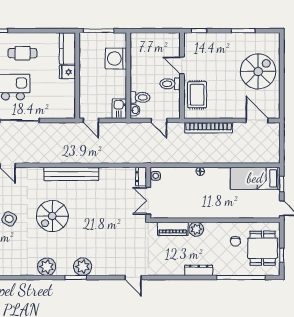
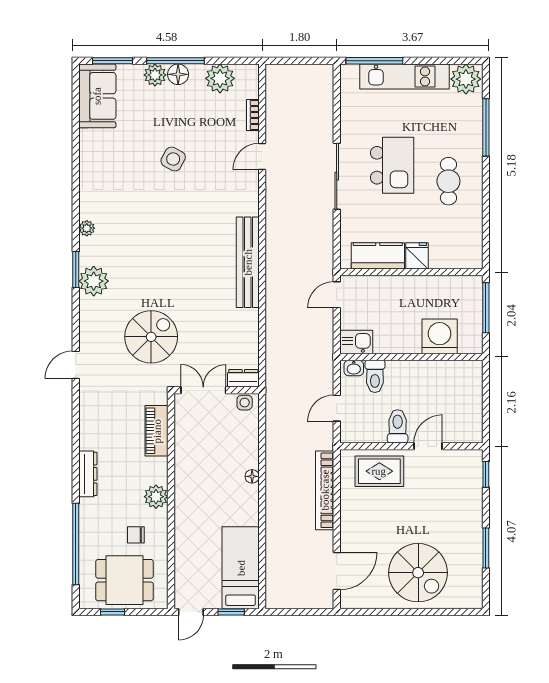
kitchen counter: (67, 48) -> (378, 256), moved
spiral stairs: (52, 216) -> (151, 337), moved, turned 90
plant: (196, 229) -> (156, 497), moved
plant: (47, 267) -> (87, 228), width x0.53, depth x0.53

